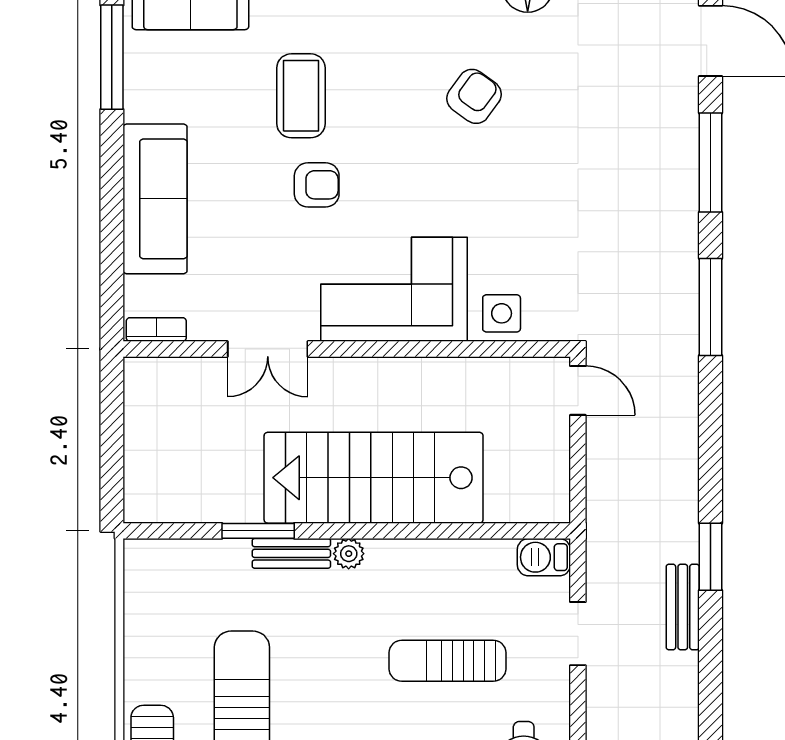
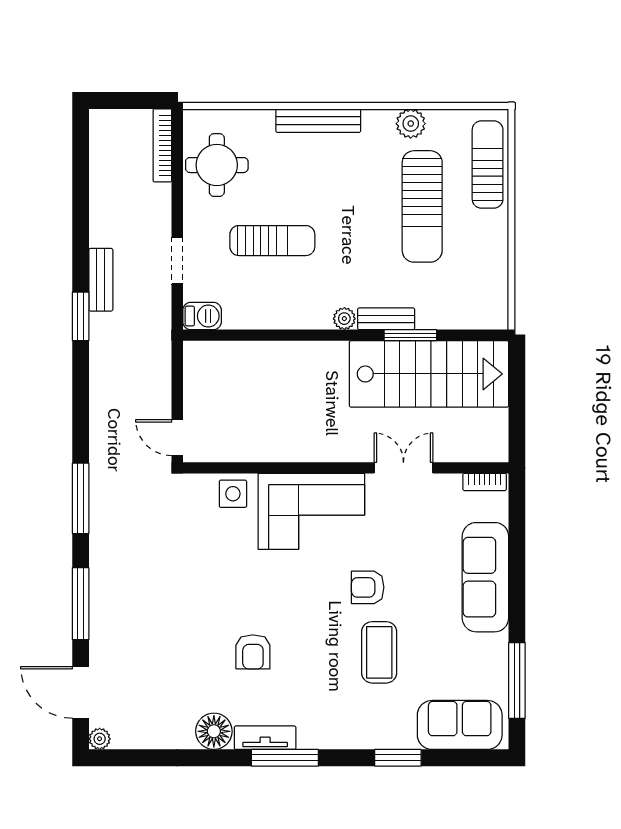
armchair: (474, 96) -> (253, 652), turned -36
stairs: (374, 478) -> (429, 374), moved

